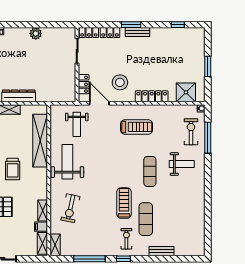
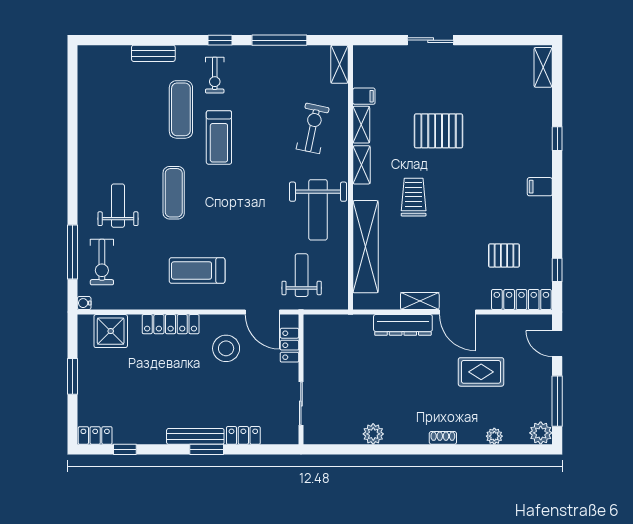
bench: (137, 32) -> (195, 436), width x1.36
locker: (89, 33) -> (95, 435), moved
weight bench: (182, 164) -> (118, 206), turned 90
shelving: (42, 243) -> (361, 165), moved

